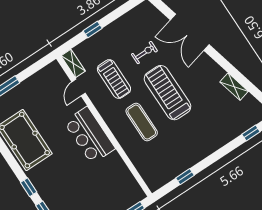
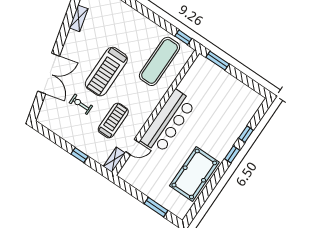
exercise mat: (142, 122) -> (160, 61), moved, width x1.36, depth x1.45
bar counter: (90, 135) -> (168, 122), width x1.36
window: (185, 177) -> (183, 37), moved

